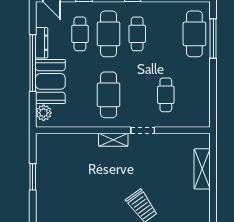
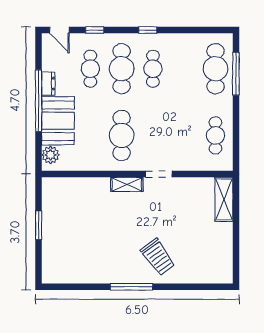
dresser: (42, 43) -> (48, 84), width x0.70
cafe table: (166, 95) -> (215, 135), moved
shelving: (202, 169) -> (224, 199), moved

